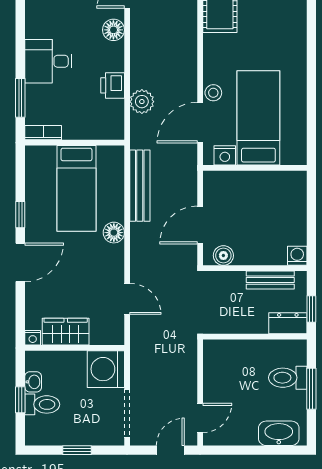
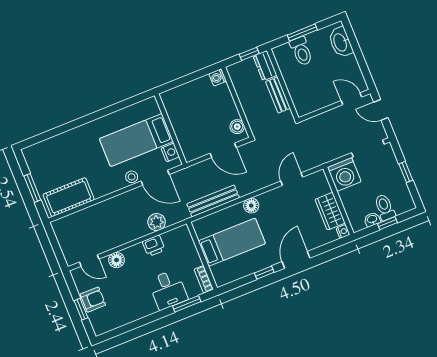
desk: (48, 61) -> (168, 290), moved
door: (20, 262) -> (296, 260), hinge flipped
bench: (270, 280) -> (278, 95), moved

